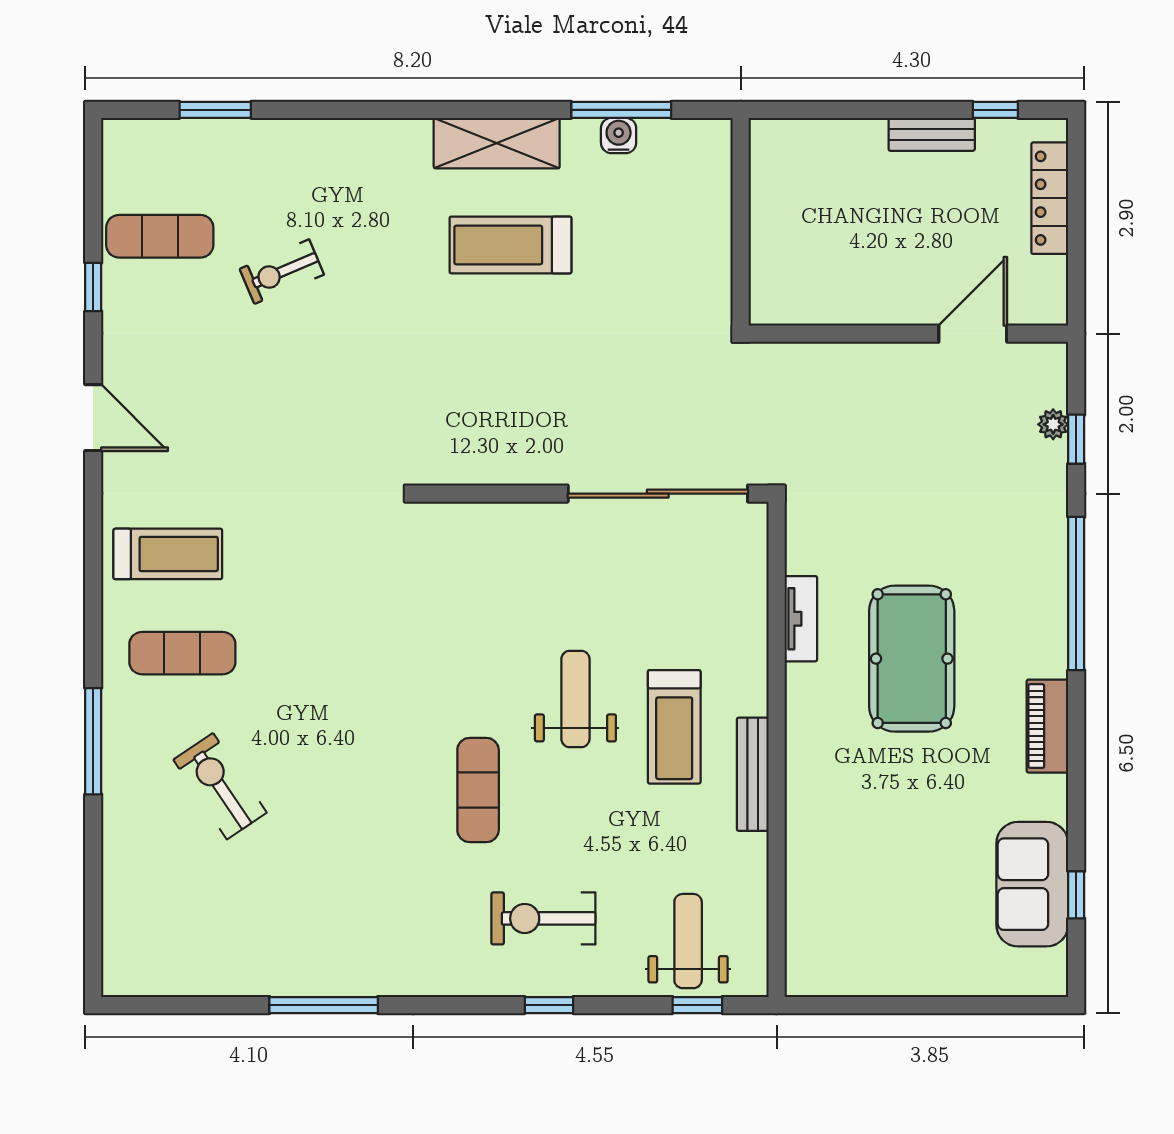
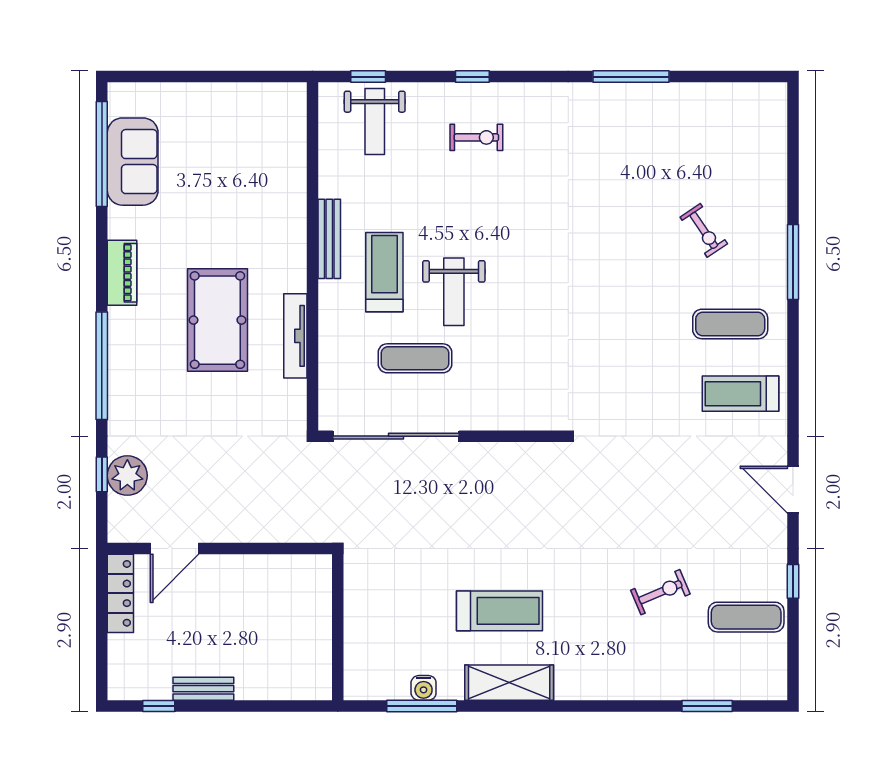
locker: (1050, 198) -> (120, 593), moved
plant: (1053, 424) -> (127, 476), width x1.88, depth x1.88
tv unit: (801, 619) -> (295, 336), width x1.41
exercise bike: (220, 786) -> (704, 230), width x0.73, depth x0.72
exercise mat: (478, 790) -> (415, 358), moved, turned 90
window: (1076, 895) -> (102, 154), width x3.17
exercise bike: (543, 918) -> (476, 137), width x0.73, depth x0.72

